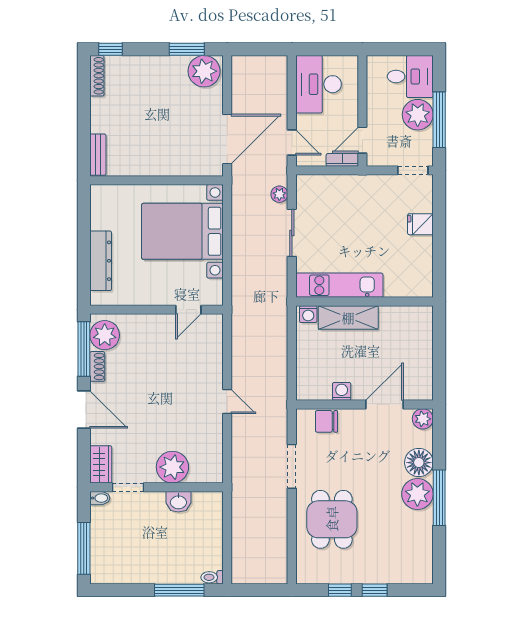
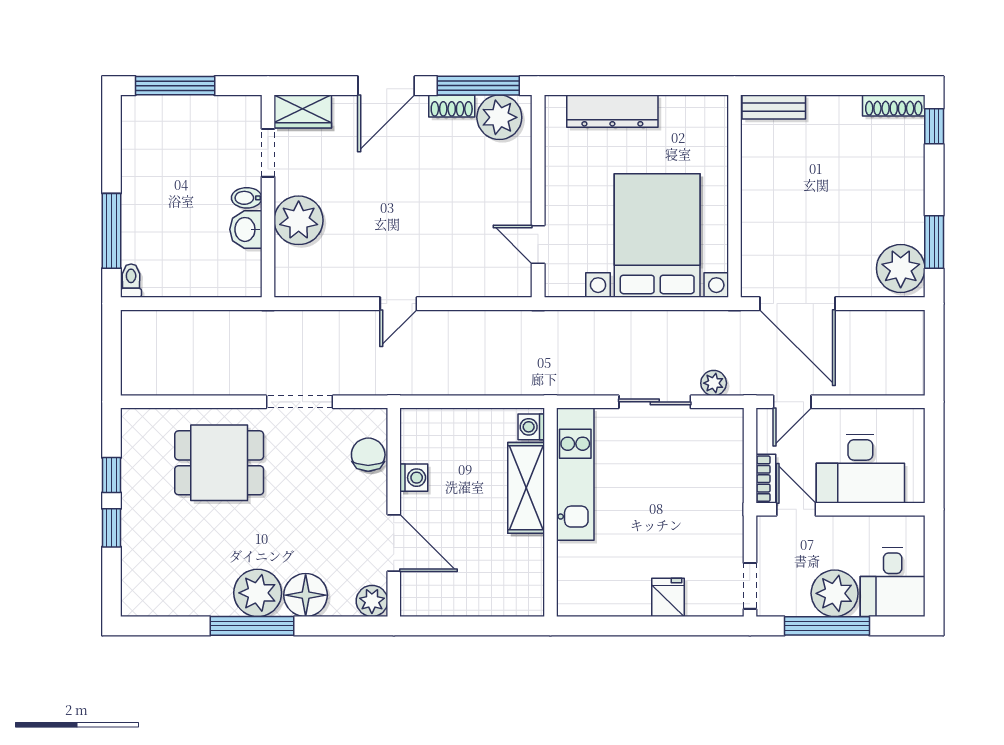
desk: (319, 84) -> (860, 469), moved, turned 180
bidet: (100, 498) -> (247, 198), moved, turned 90

